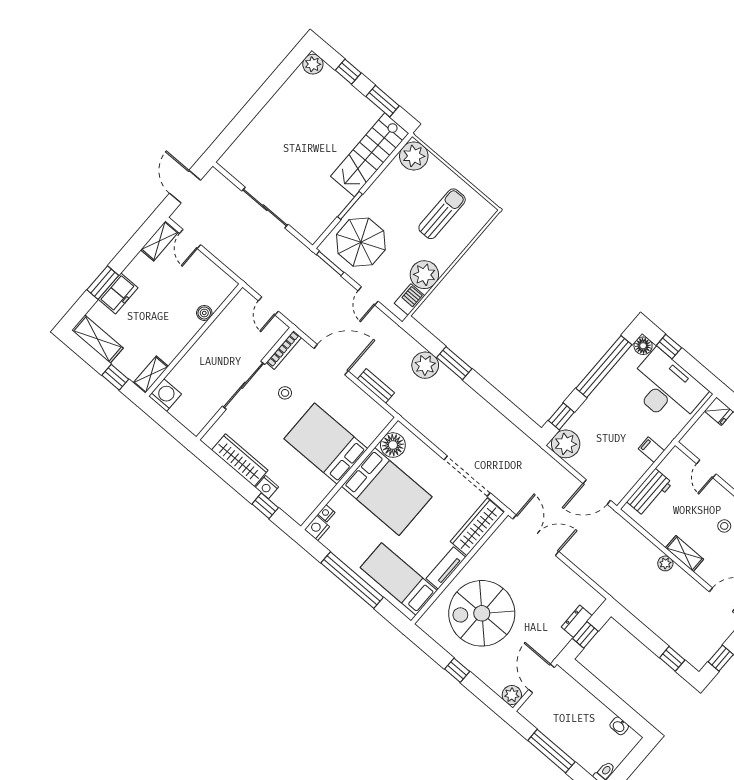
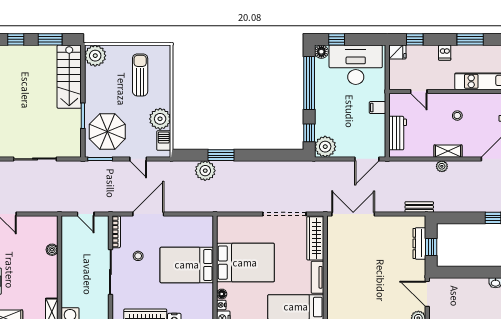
bench: (376, 386) -> (419, 207), moved
floor lamp: (393, 445) -> (222, 294), moved, width x0.53, depth x0.53
spiral stairs: (482, 613) -> (361, 286), removed
dresser: (577, 621) -> (419, 243), width x1.44

